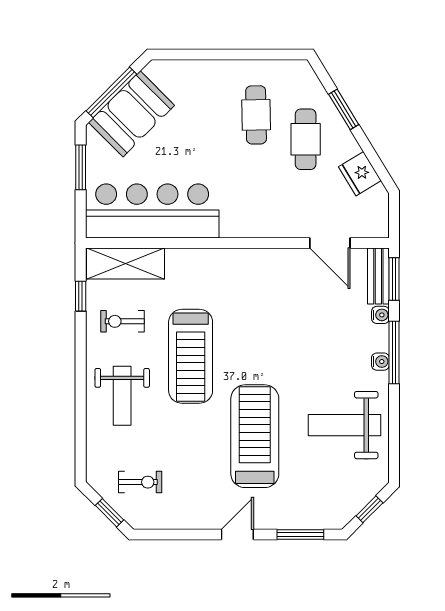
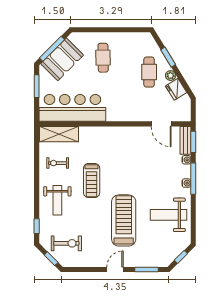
cafe table: (256, 115) -> (103, 58), moved
plant: (349, 146) -> (171, 76), added
window: (81, 296) -> (37, 226), moved
treadmill: (191, 356) -> (92, 180), width x0.73, depth x0.73
exercise bike: (140, 482) -> (66, 243), width x1.38, depth x1.39

